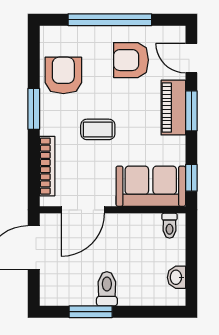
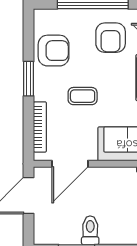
armchair: (131, 60) -> (111, 38), turned -90
armchair: (63, 75) -> (54, 51), turned 90

